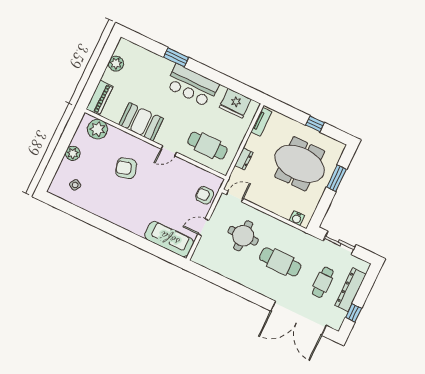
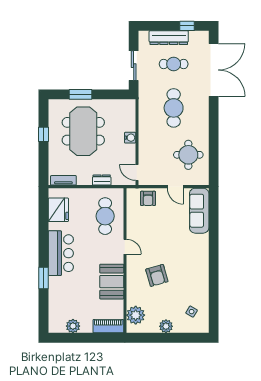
water cooler: (297, 218) -> (130, 138), moved
round table: (243, 236) -> (188, 155), moved

